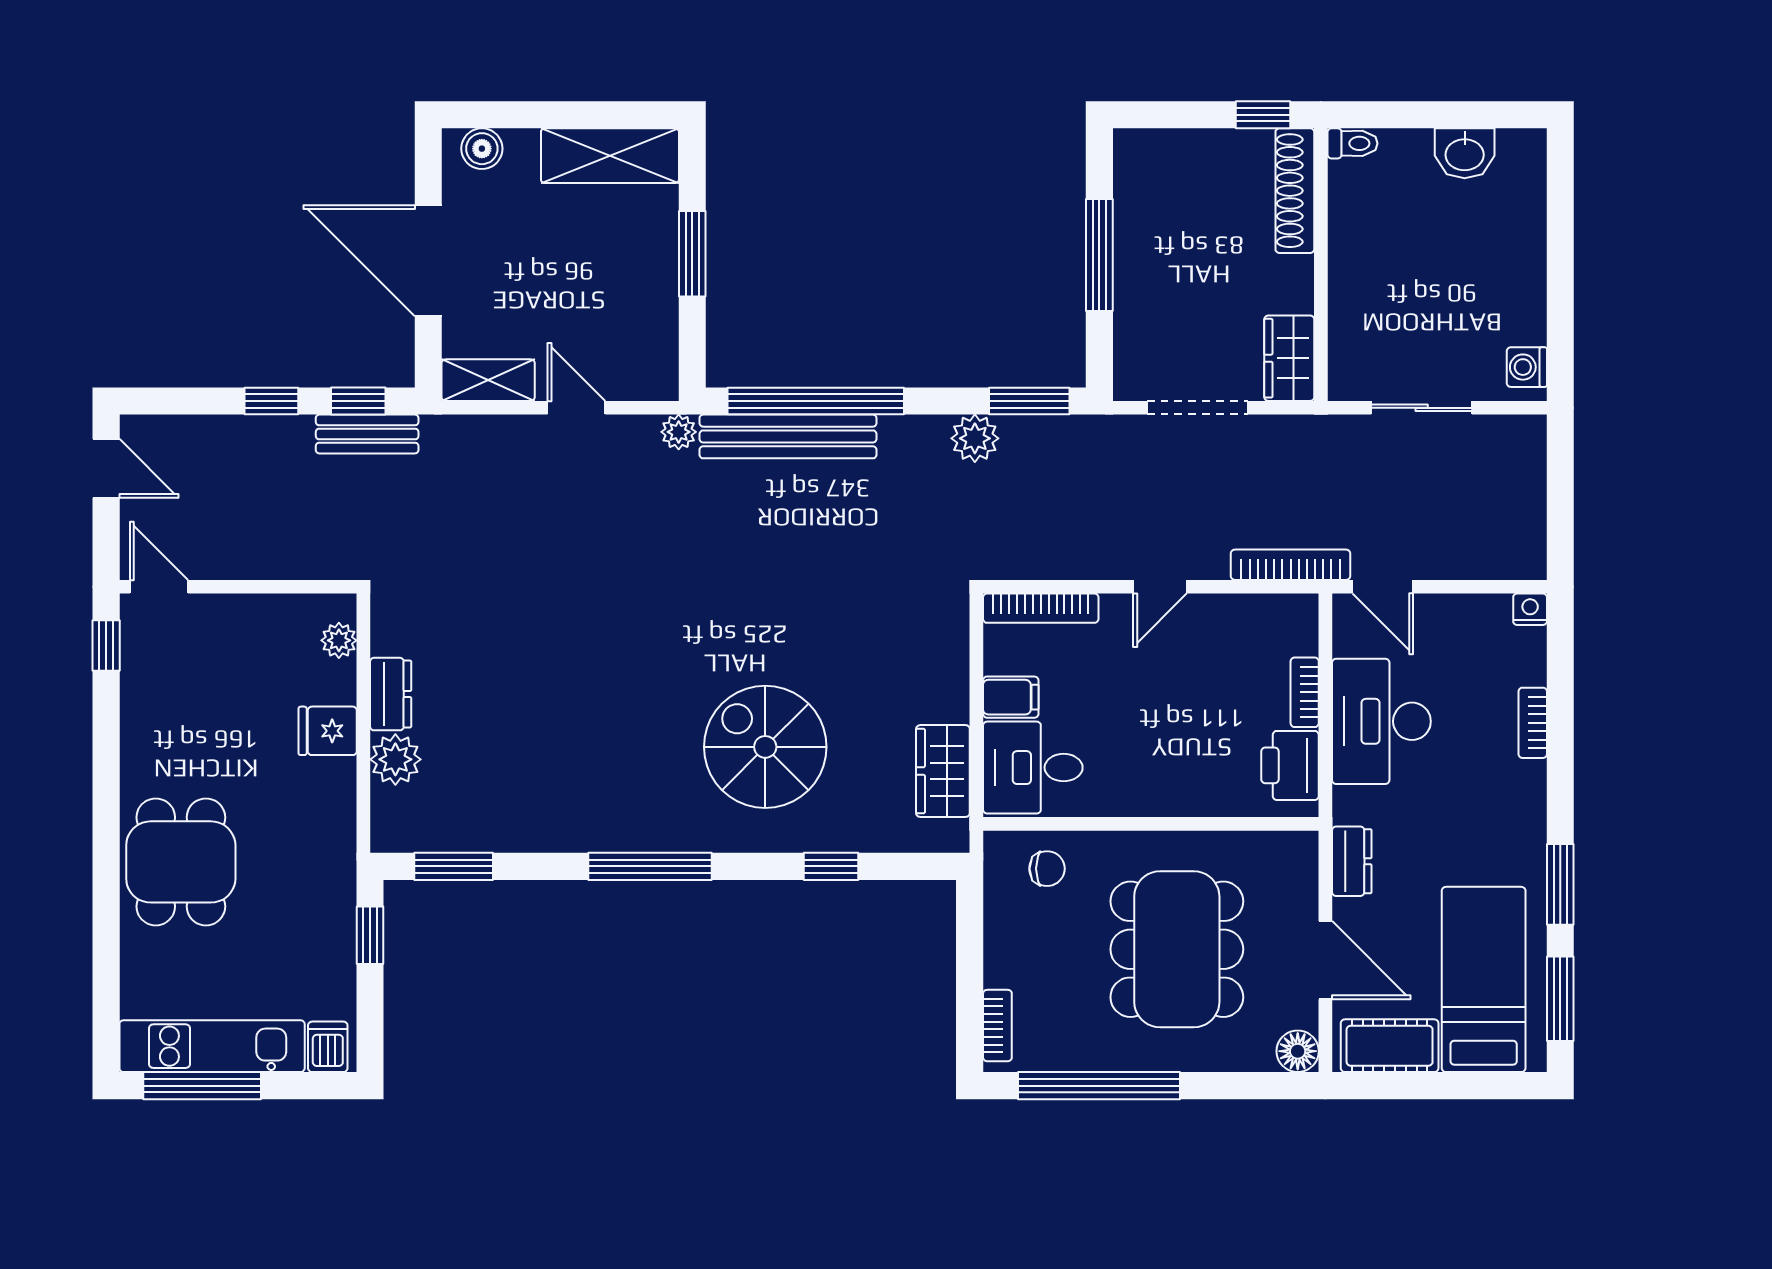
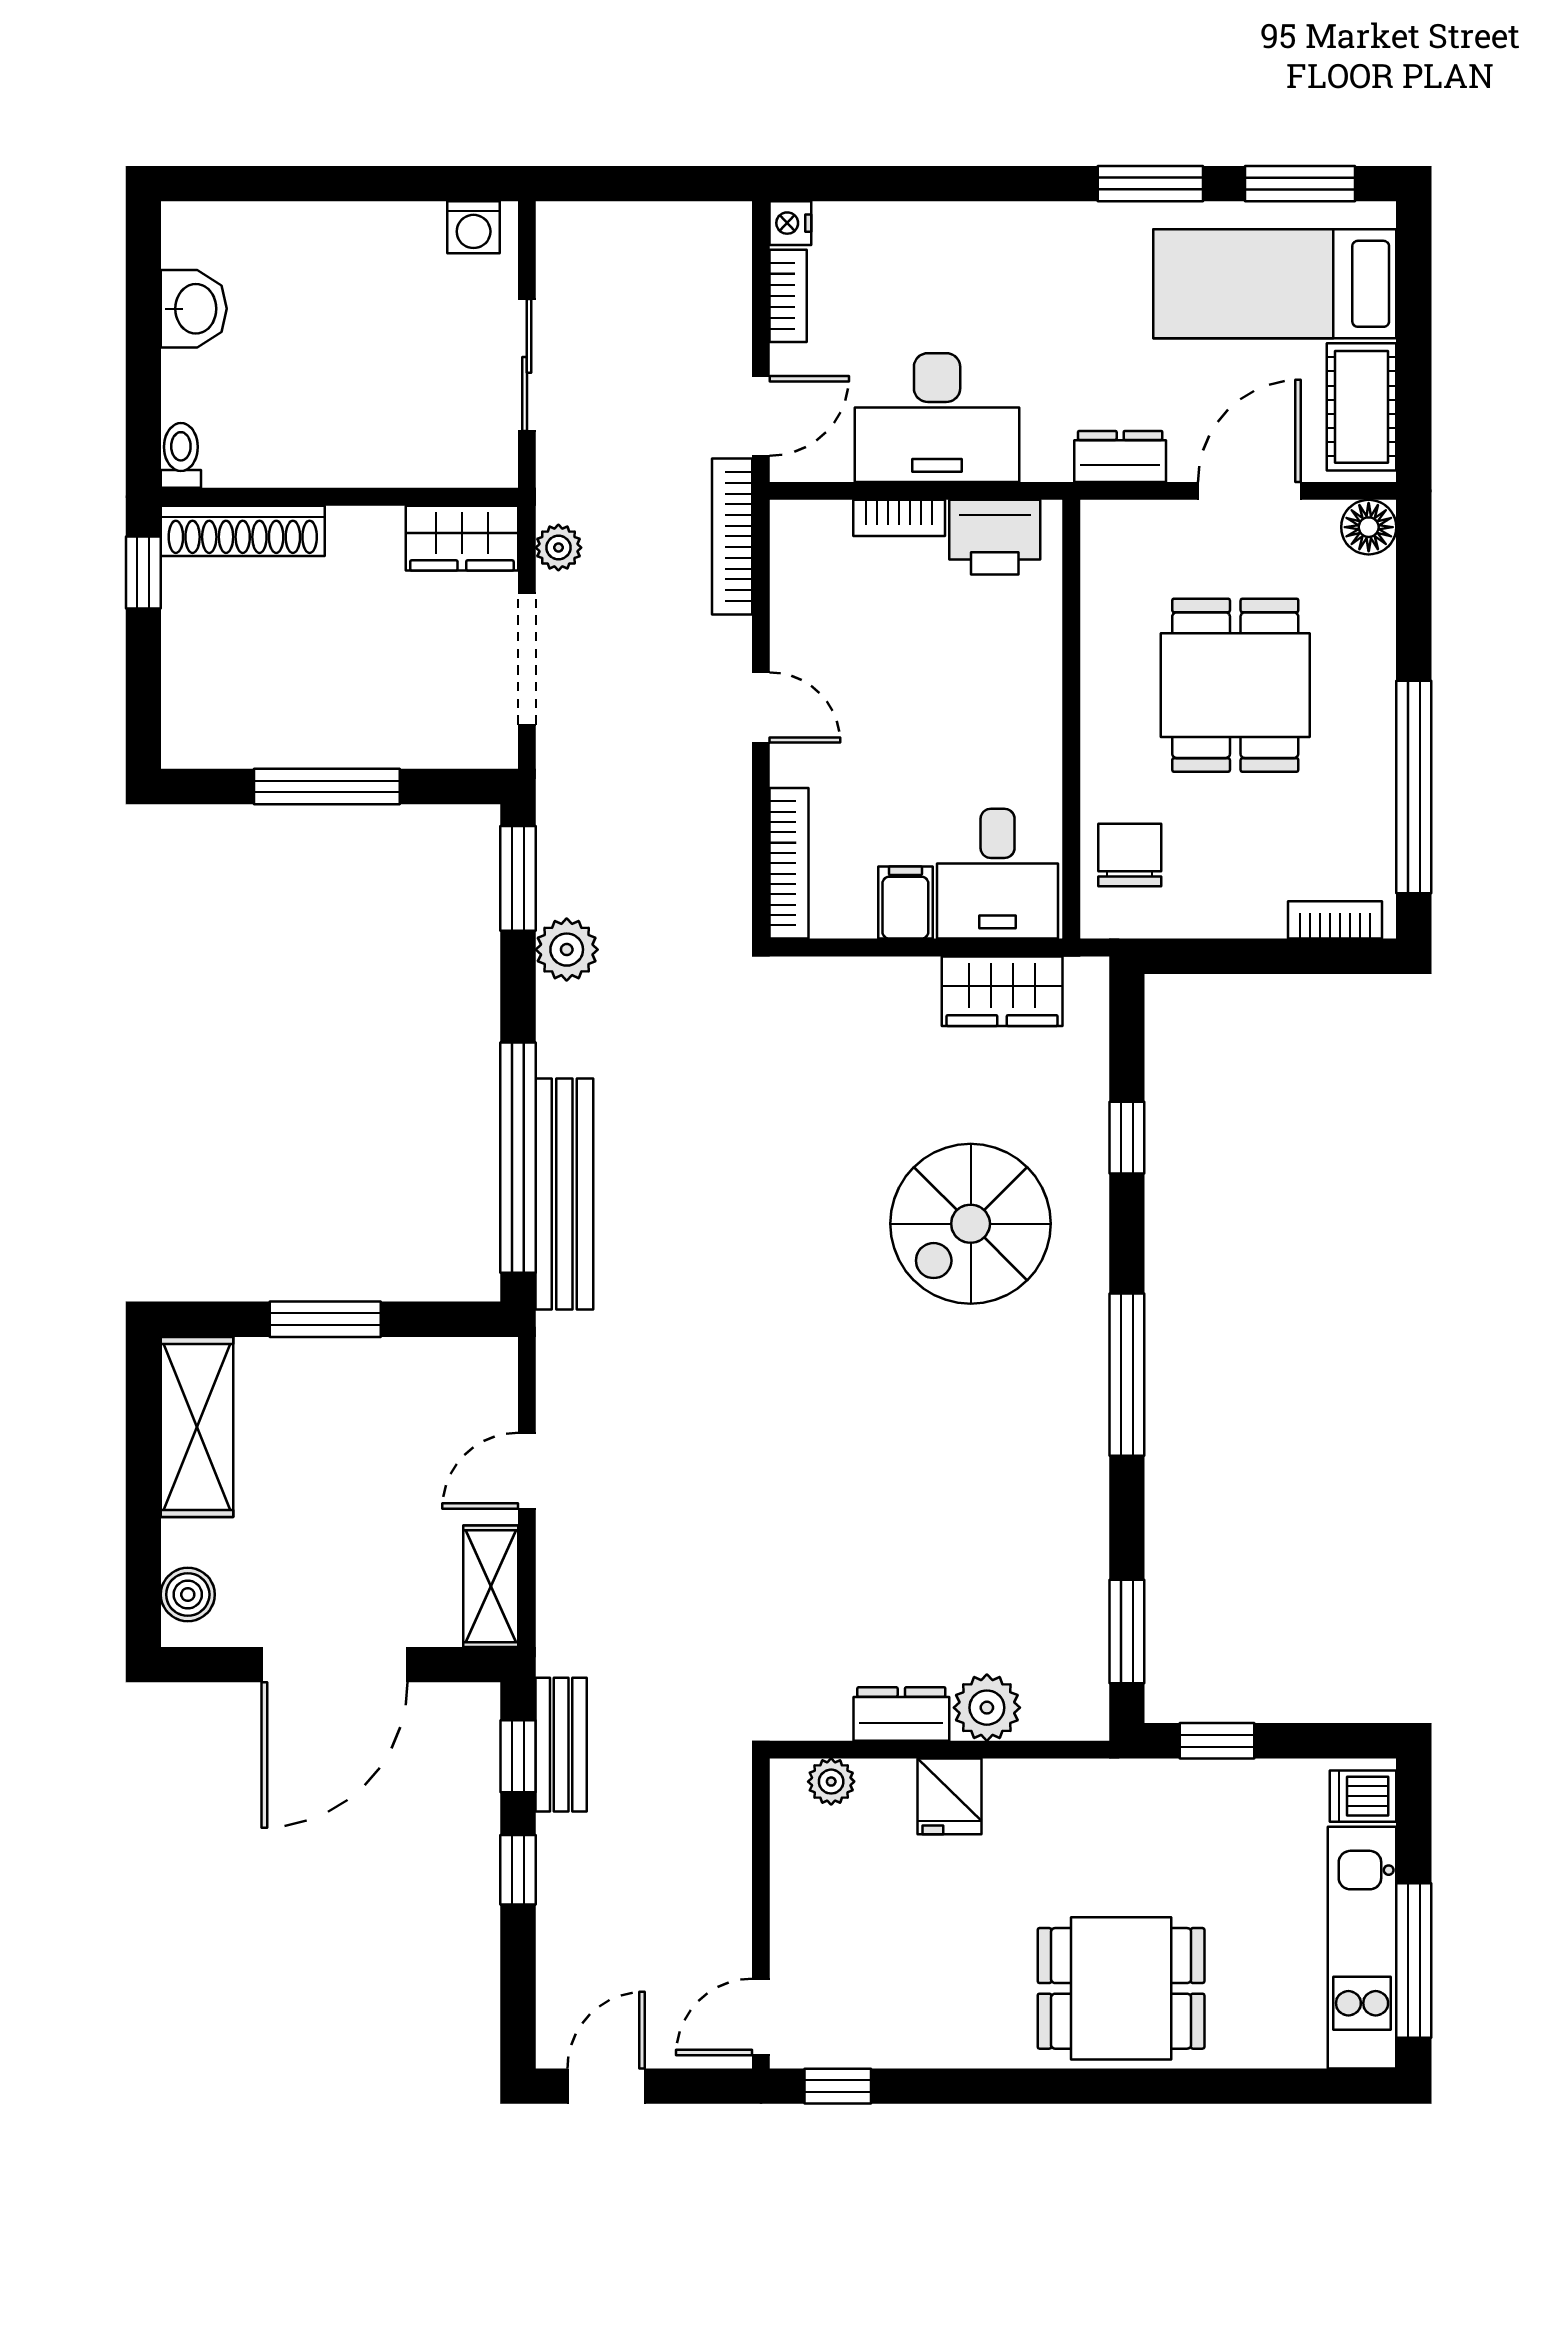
plant: (679, 432) -> (558, 548), moved
bookcase: (1533, 723) -> (788, 296), moved, turned -90
chair: (1047, 869) -> (1130, 855), width x1.37, depth x1.37
dining table: (1177, 949) -> (1235, 685), width x0.73

